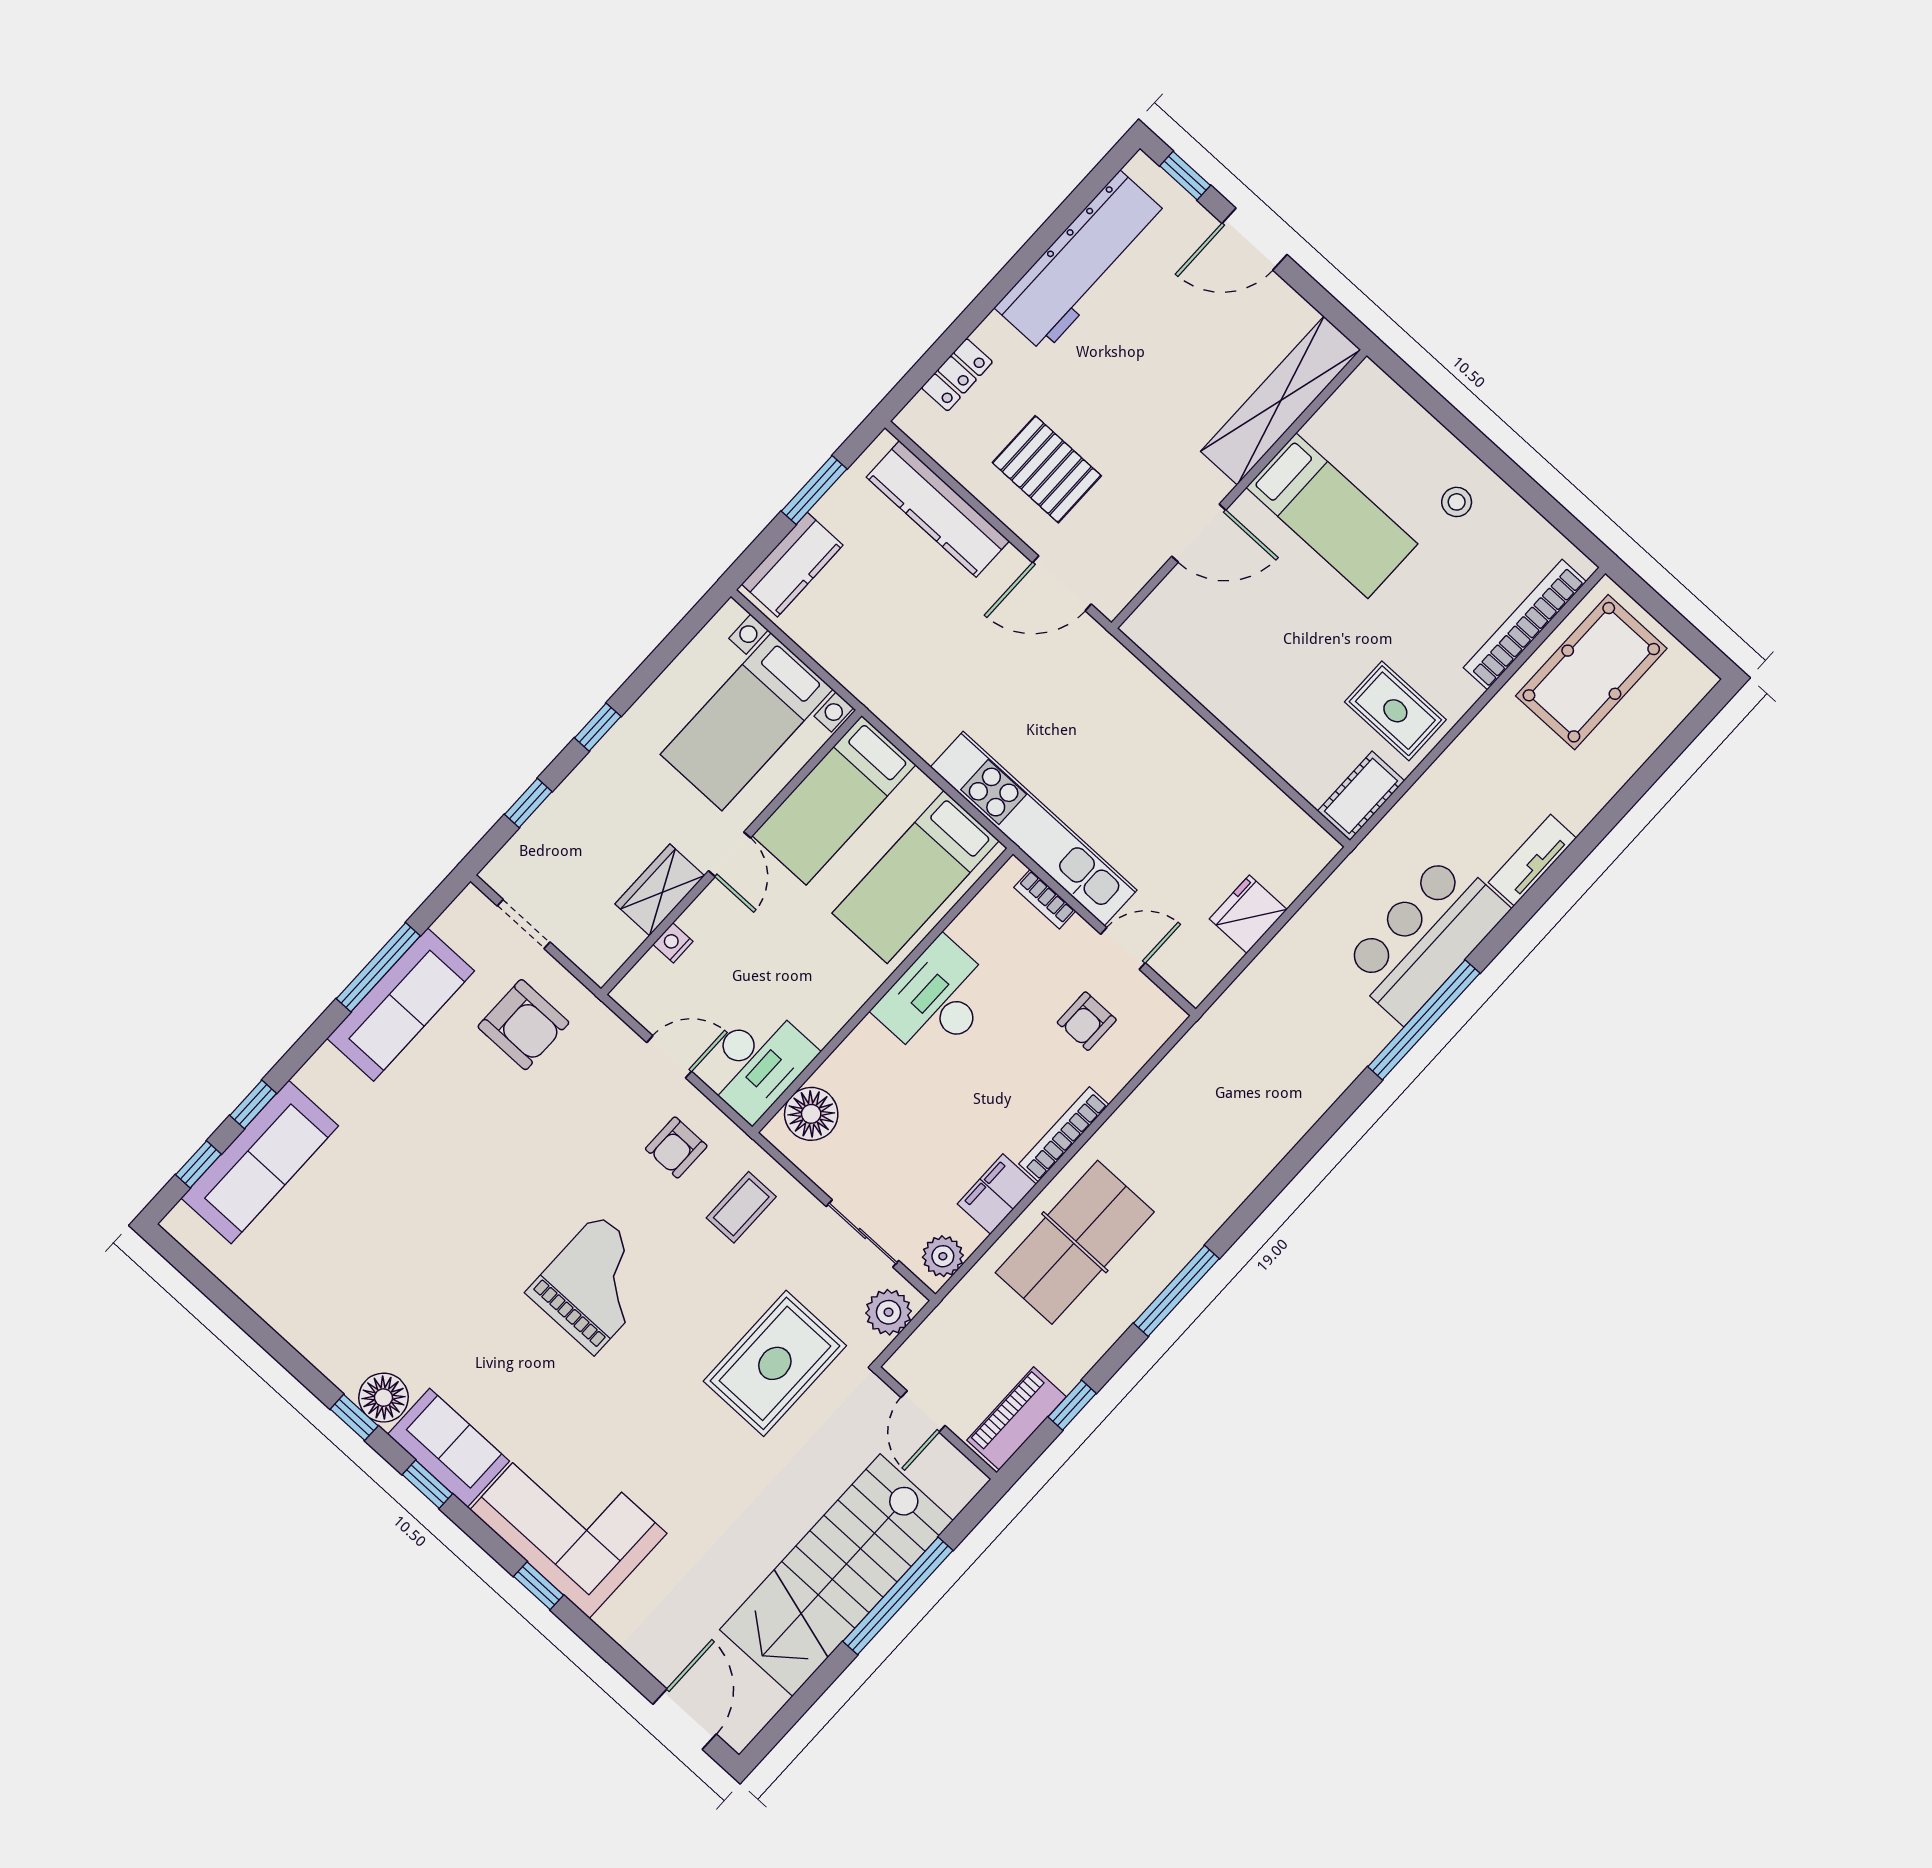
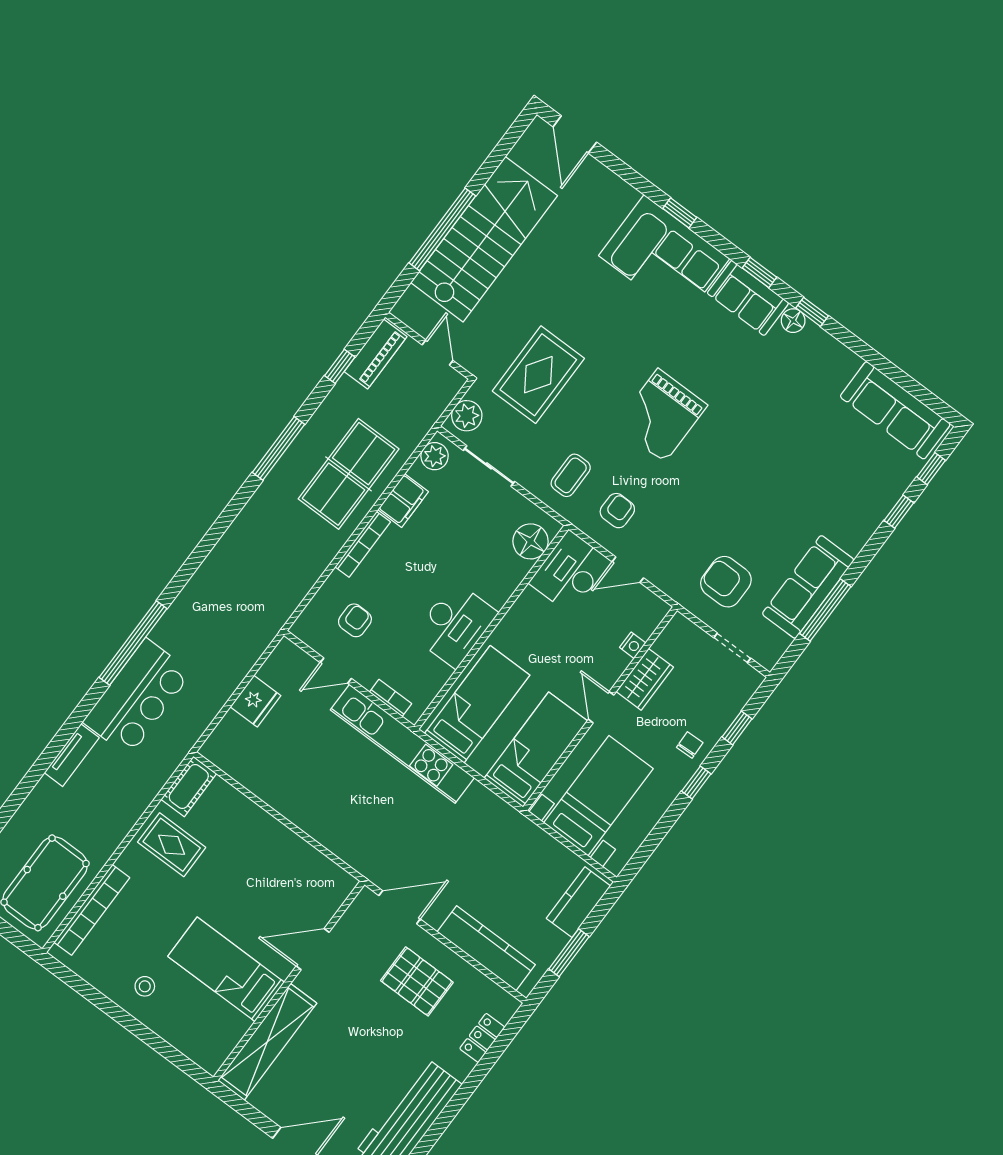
chair: (602, 785) -> (690, 745), added
sofa: (260, 1162) -> (895, 410), moved, turned -90
floor lamp: (383, 1398) -> (793, 321), width x0.73, depth x0.73

